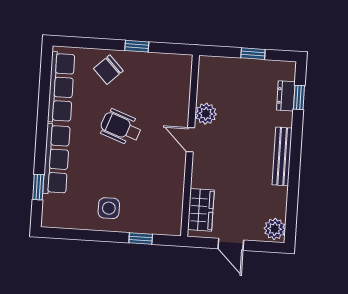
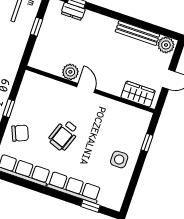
chair: (108, 70) -> (20, 133), turned -69
door: (190, 140) -> (86, 88), swing flipped
bench: (282, 156) -> (137, 33), moved

